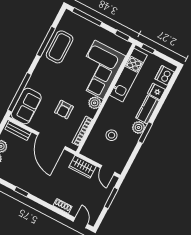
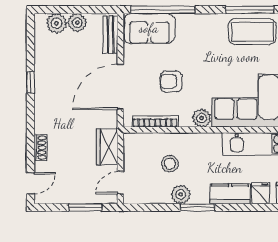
plant: (139, 127) -> (181, 194), moved

